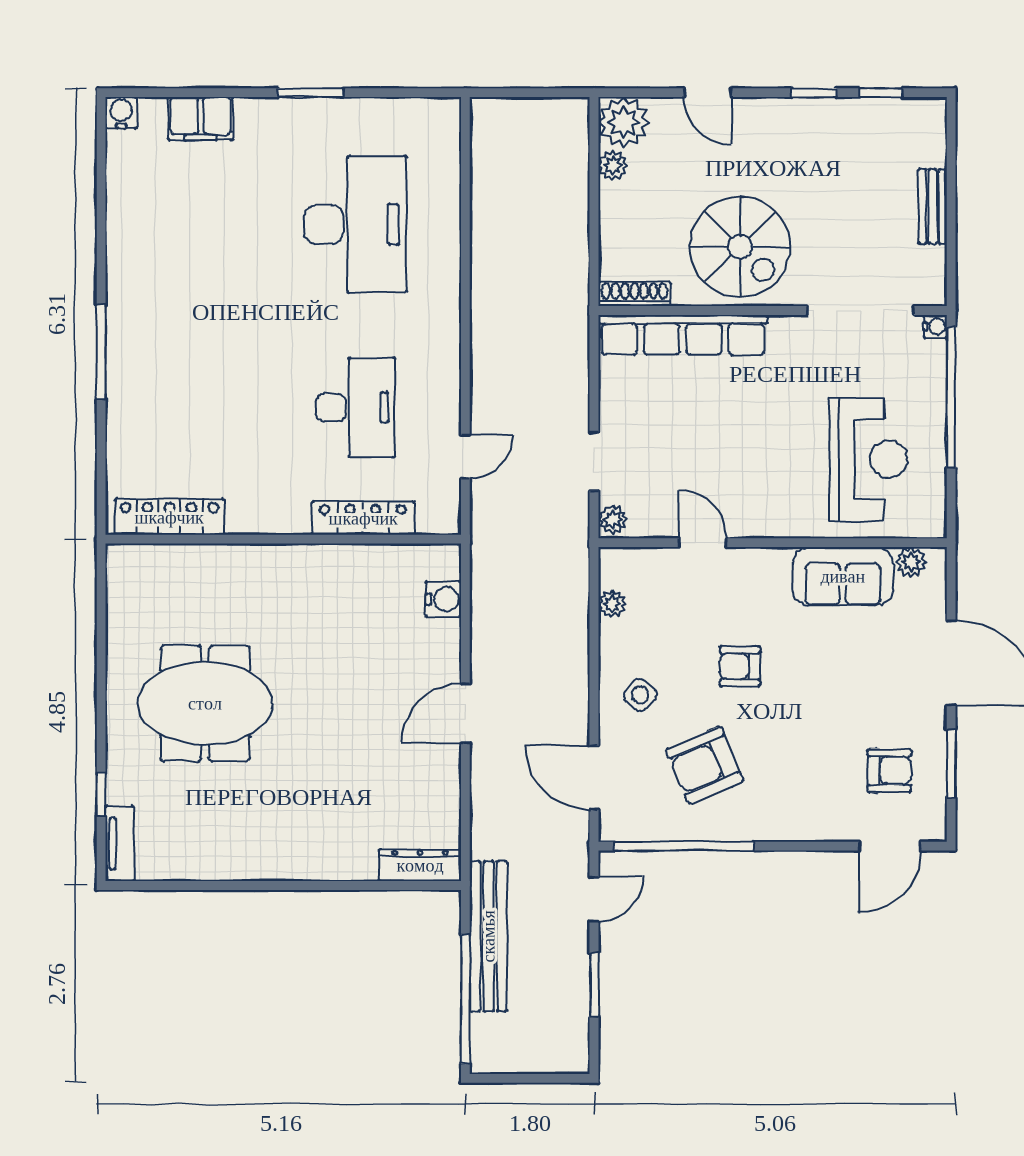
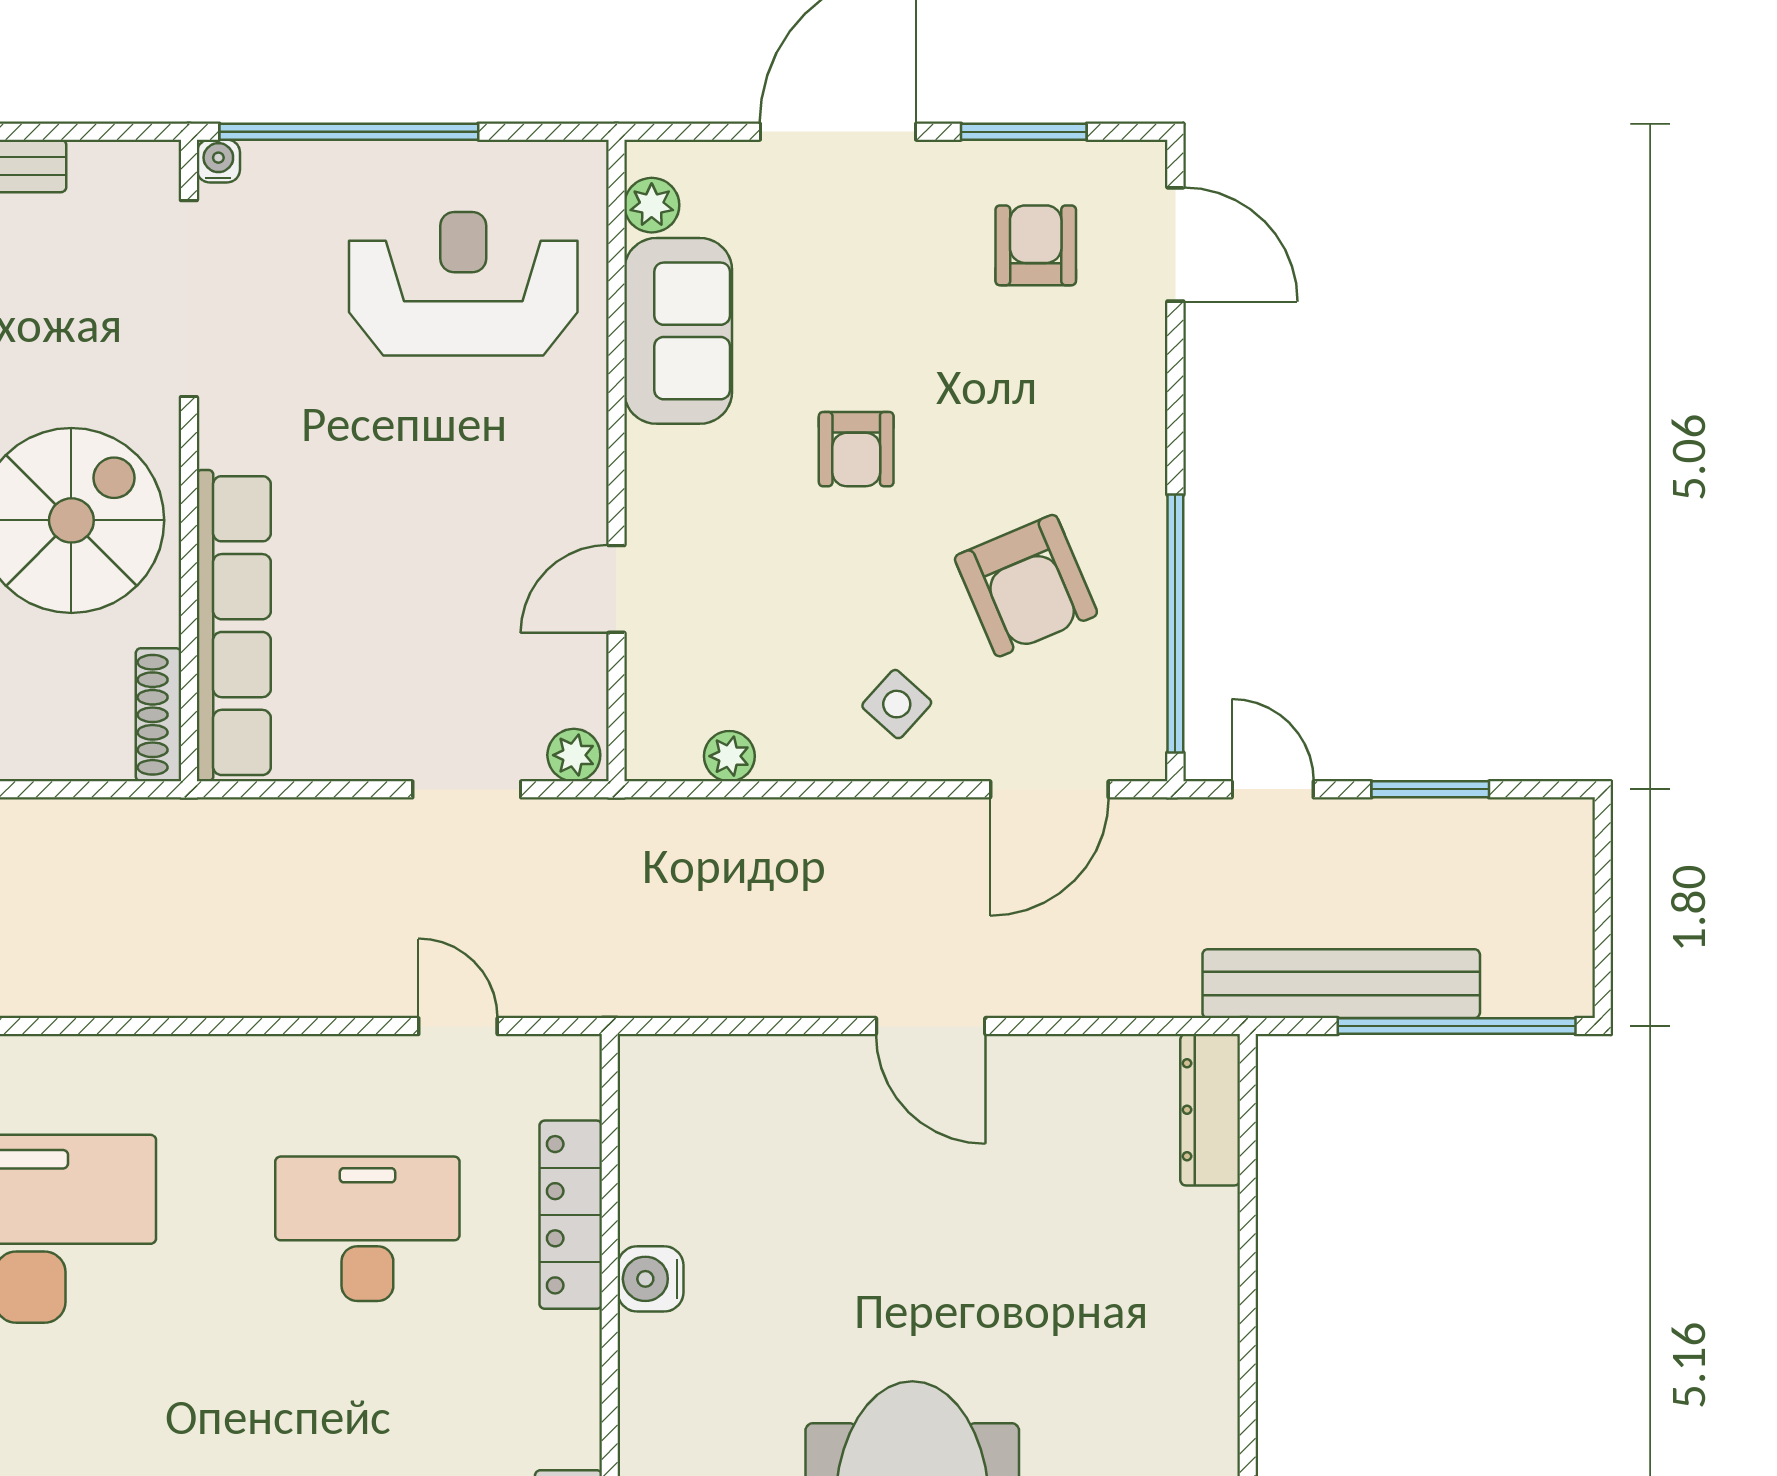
water cooler: (443, 599) -> (651, 1279), moved, turned -90
armchair: (740, 666) -> (856, 449), moved

